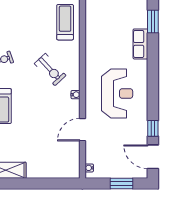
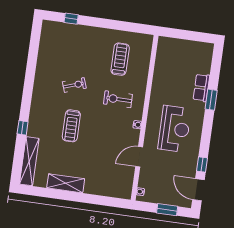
window: (153, 21) -> (211, 100), moved
treadmill: (65, 22) -> (120, 59), moved
exercise bike: (50, 69) -> (118, 99), turned 133

